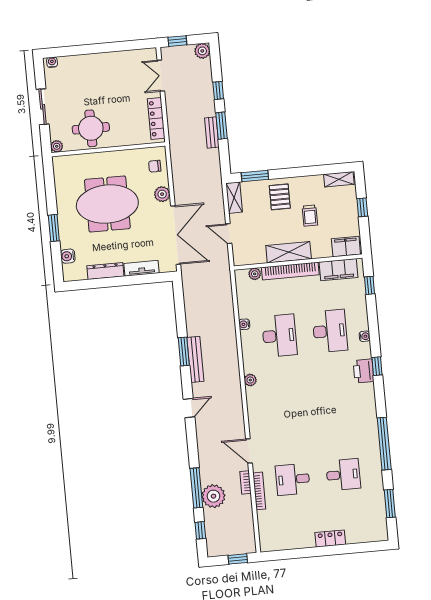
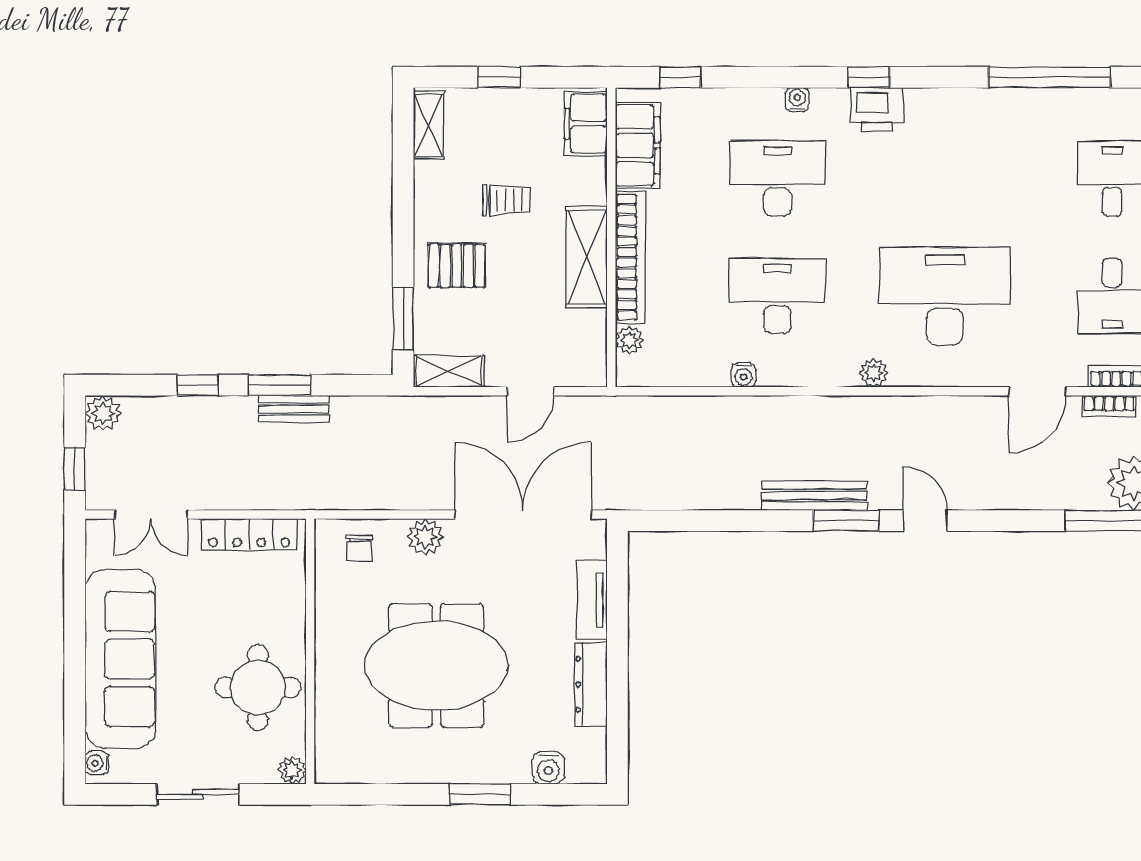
sofa: (98, 68) -> (121, 659), added
meeting table: (107, 204) -> (436, 666), turned 90
window: (184, 352) -> (846, 521), moved
desk: (286, 407) -> (945, 296), added

